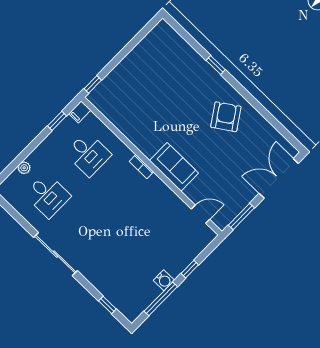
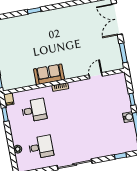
armchair: (226, 117) -> (65, 24), removed
sofa: (174, 167) -> (49, 74), moved
door: (201, 214) -> (96, 76), moved

